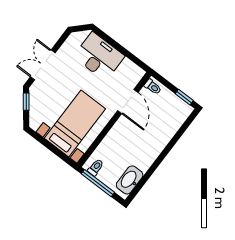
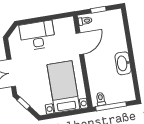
window: (184, 97) -> (98, 10), moved
door: (128, 102) -> (80, 44), hinge flipped
washbasin: (130, 180) -> (123, 63), moved

